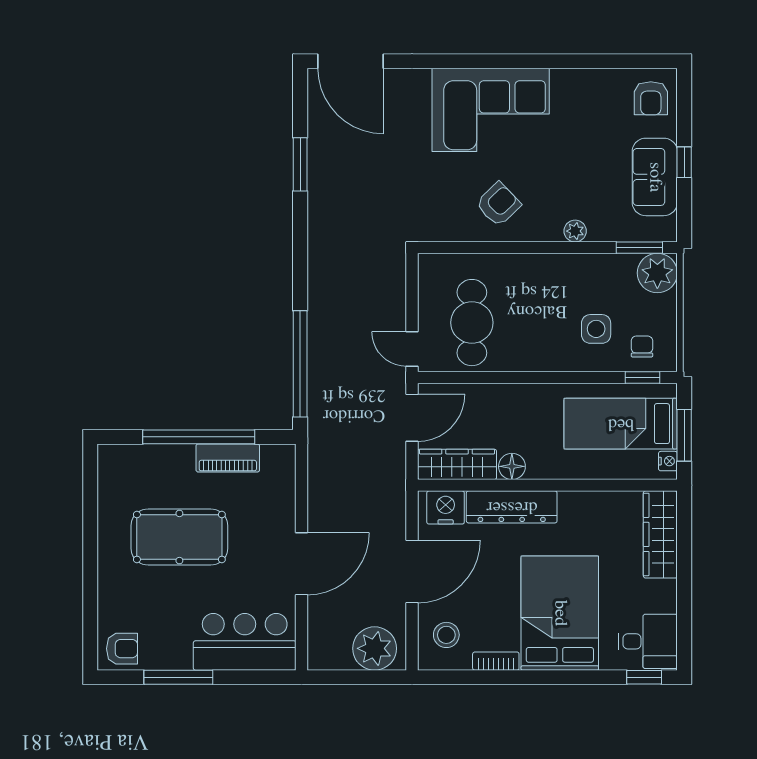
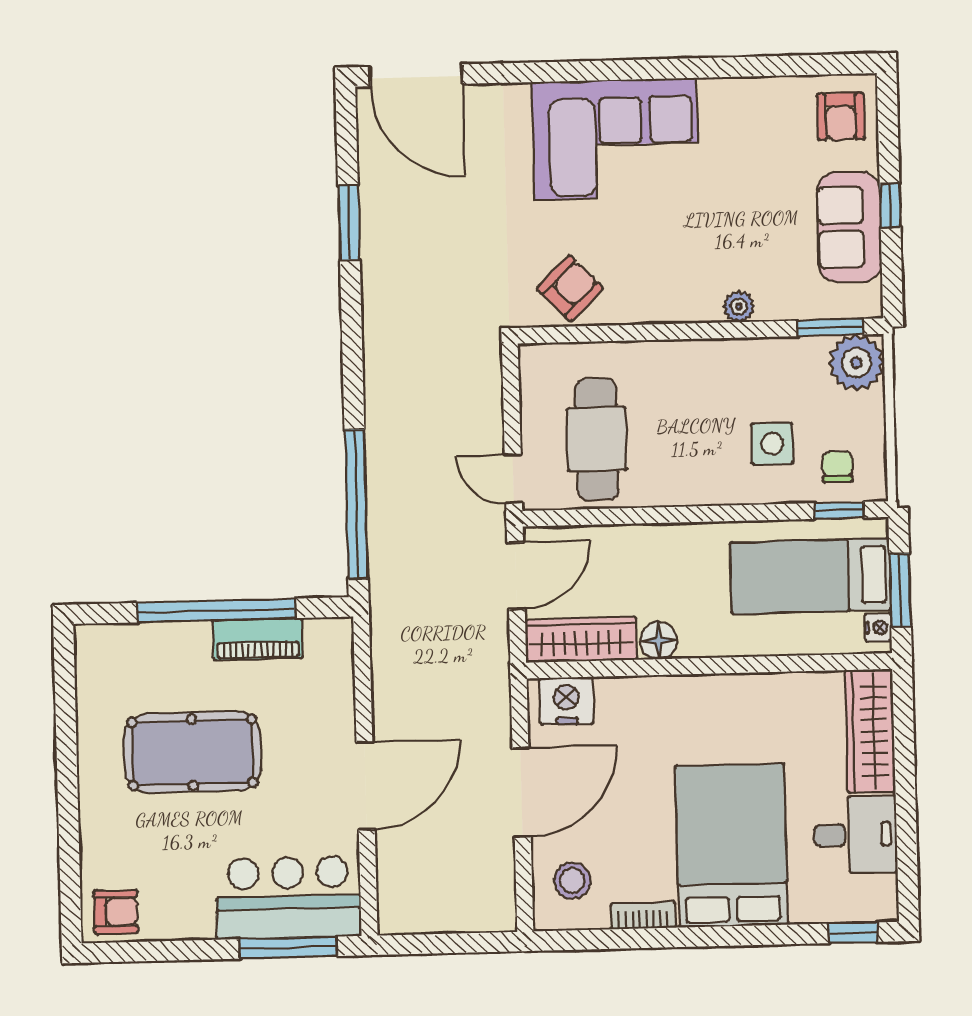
armchair: (498, 204) -> (570, 288), moved
dresser: (512, 507) -> (660, 698), removed
desk: (648, 641) -> (855, 835), moved
plant: (375, 648) -> (472, 902), removed
window: (178, 677) -> (288, 948), moved

